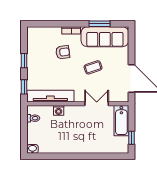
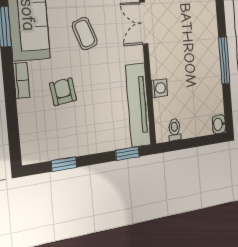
window: (24, 61) -> (64, 164), moved
window: (71, 156) -> (224, 60), added

